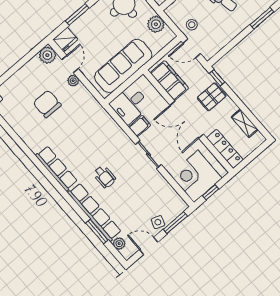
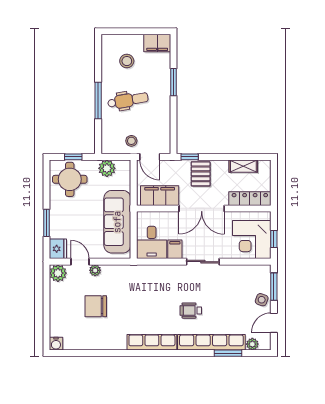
door: (192, 48) -> (150, 157), hinge flipped
wheelchair: (105, 177) -> (191, 311), turned 180

